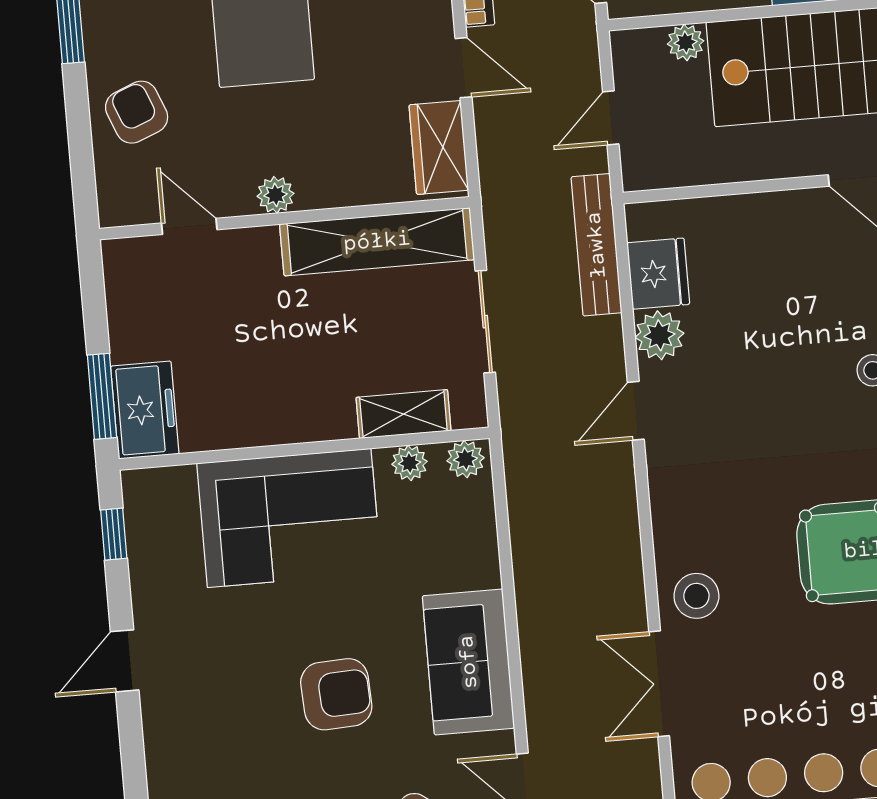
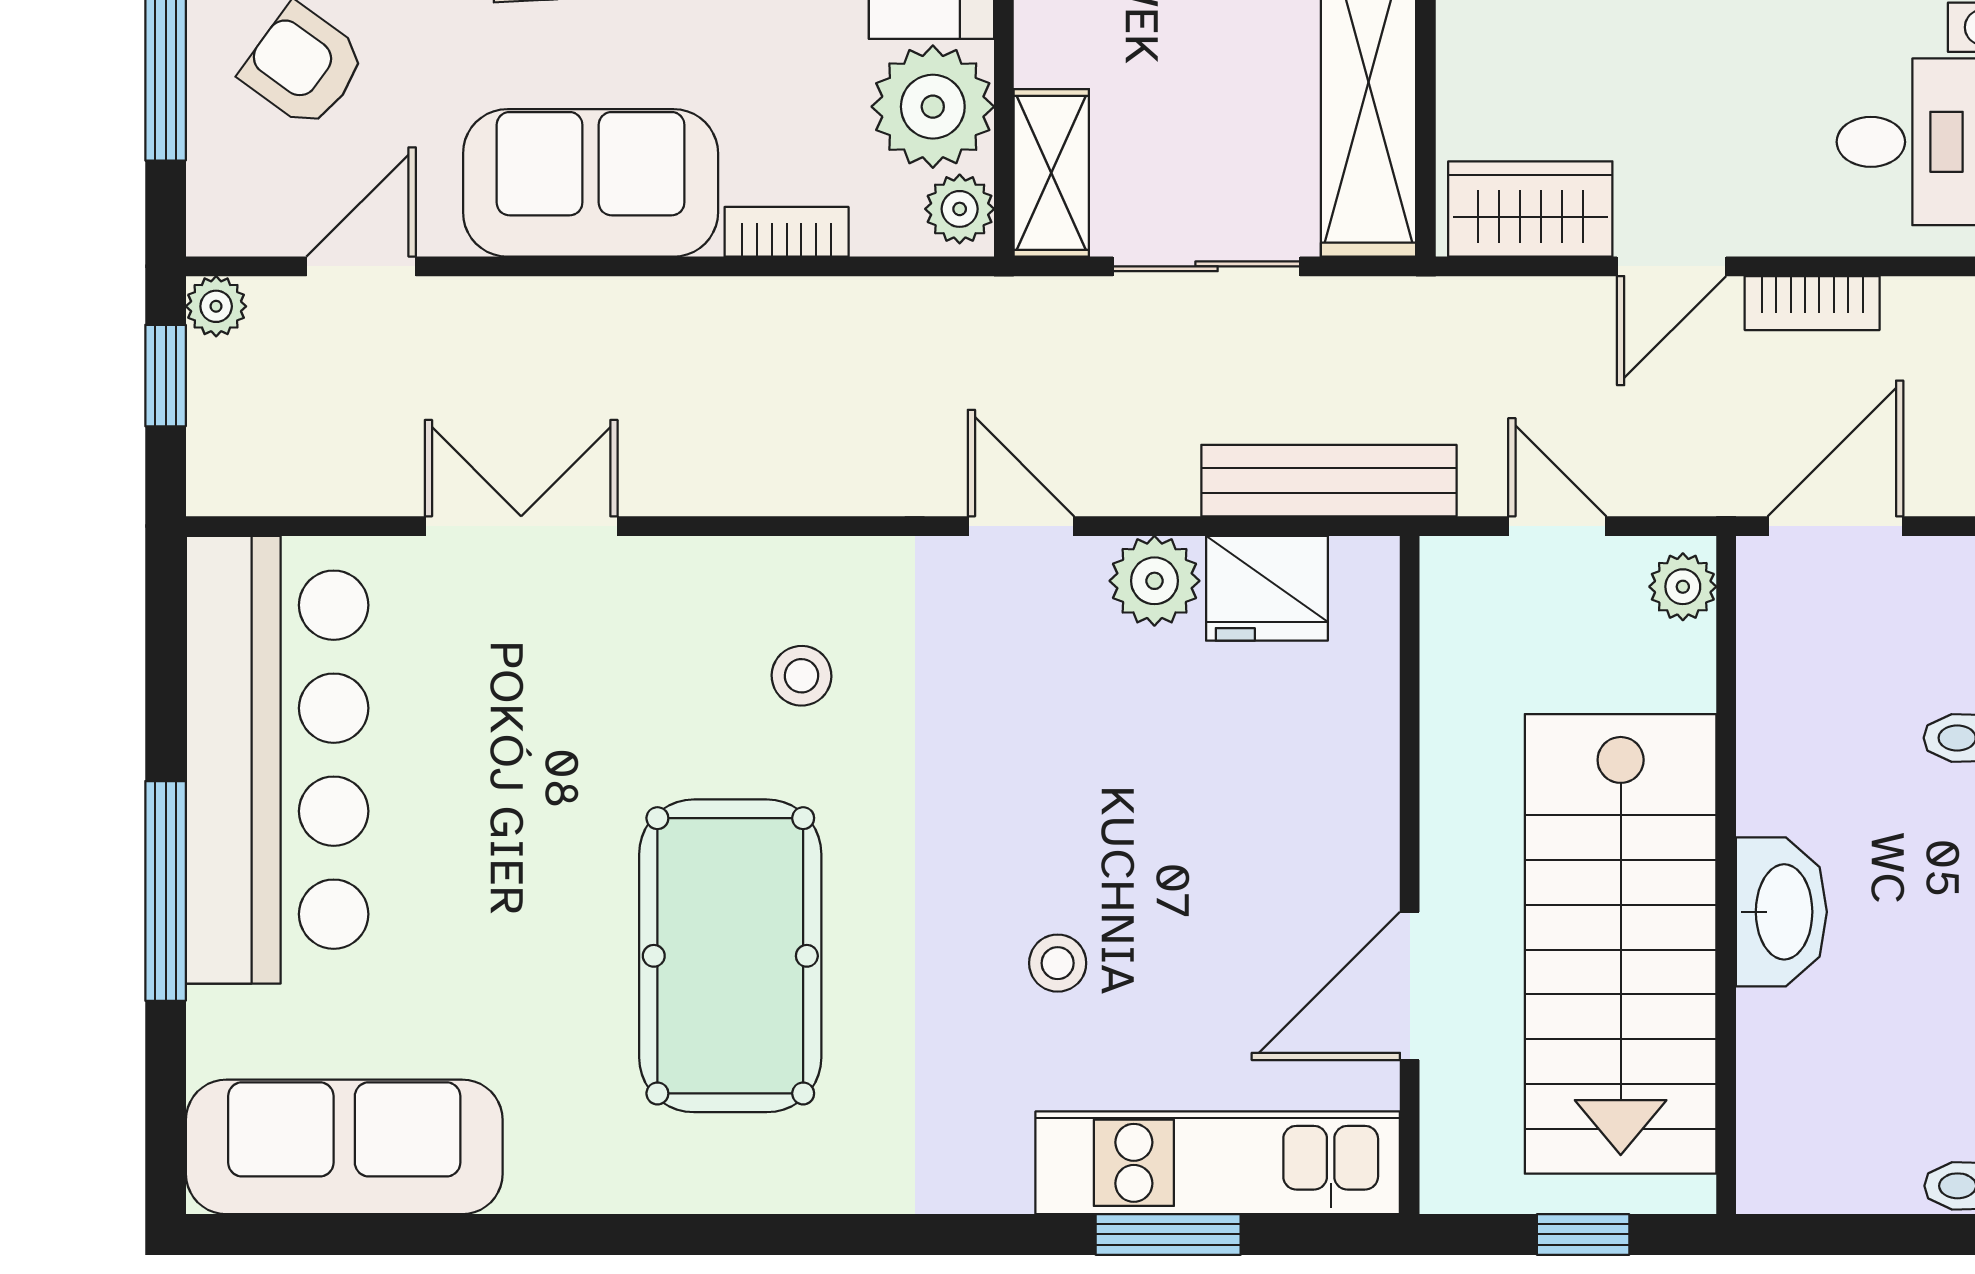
plant: (686, 42) -> (1683, 587), moved
shelving: (403, 414) -> (1051, 173), moved
plant: (410, 463) -> (933, 107), width x1.88, depth x1.88
bookcase: (486, 553) -> (787, 232), added
stool: (696, 596) -> (801, 676), moved, width x0.73, depth x0.73

